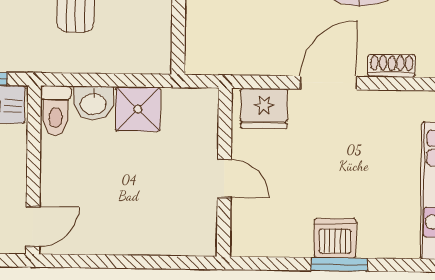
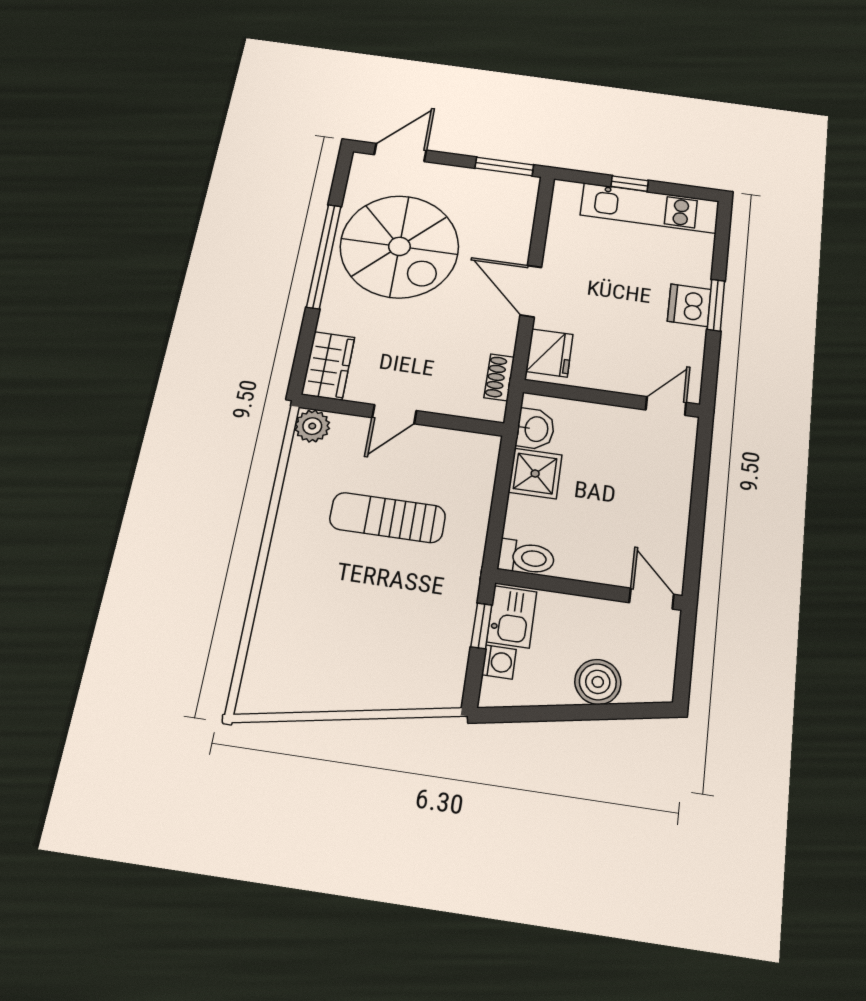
shoe rack: (392, 66) -> (499, 377), moved
washbasin: (93, 103) -> (535, 429), moved
door: (224, 178) -> (666, 406), moved

